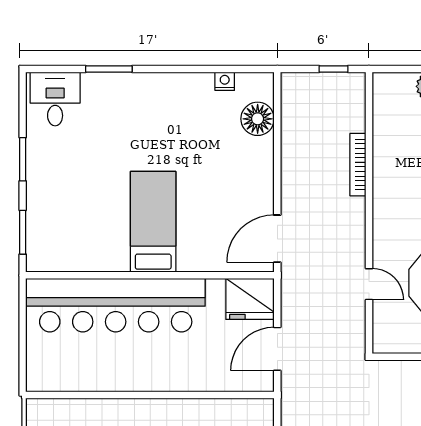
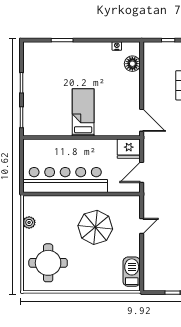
desk: (55, 99) -> (37, 54), removed
door: (277, 239) -> (142, 120), swing flipped
bar counter: (116, 305) -> (65, 180), moved, turned 180

